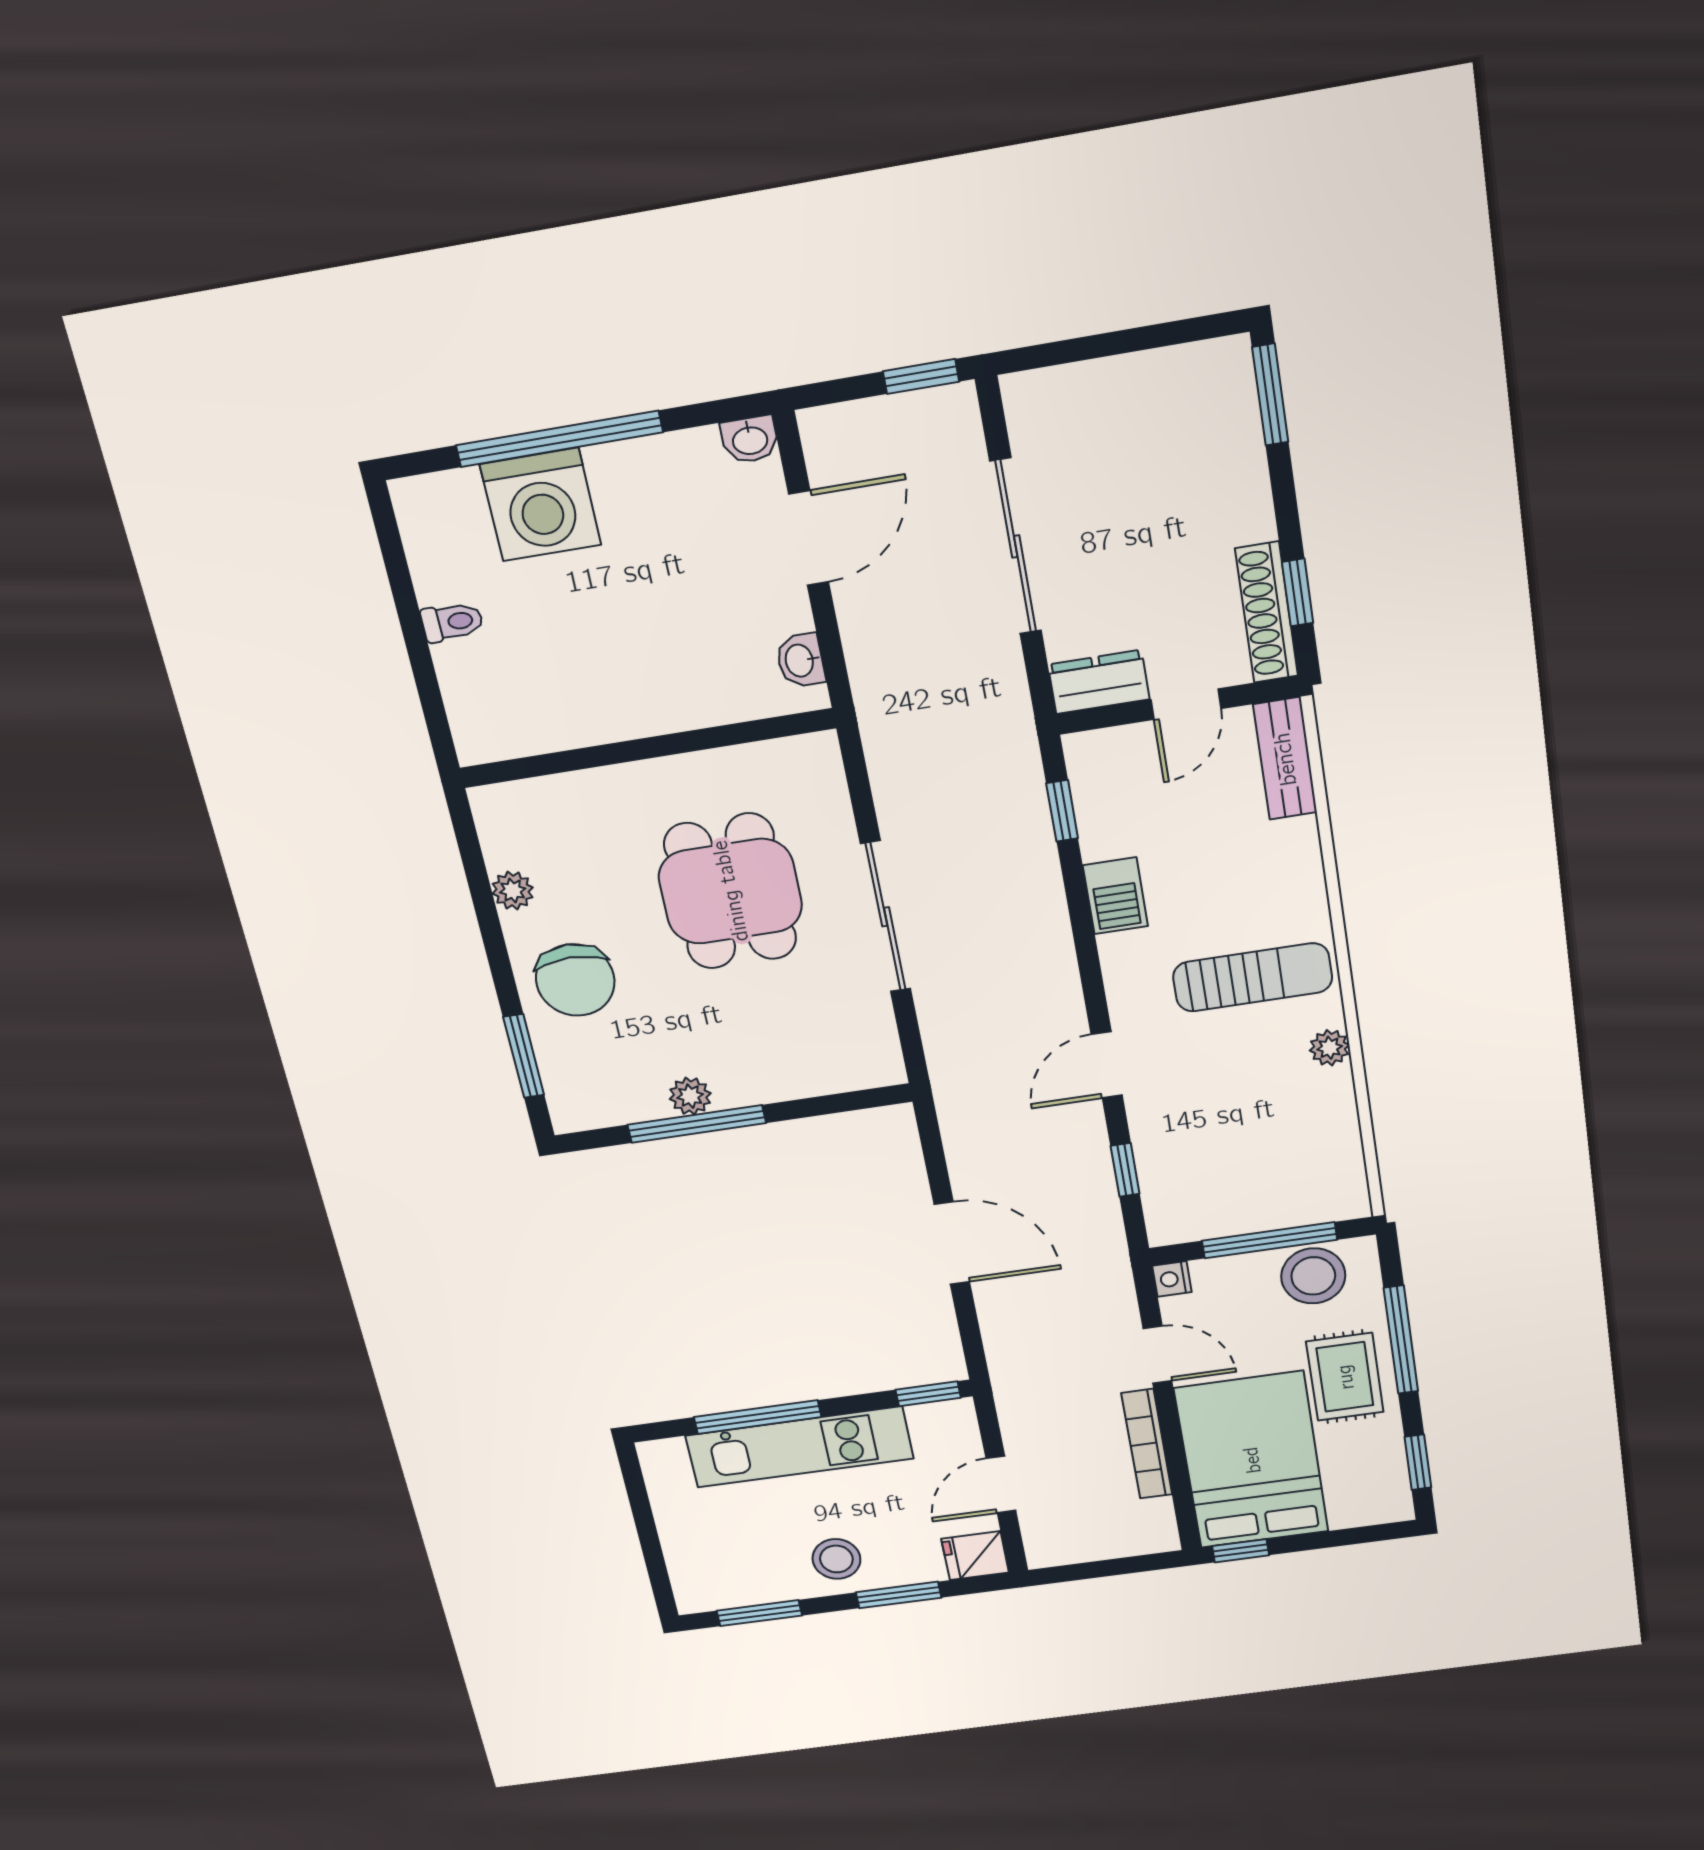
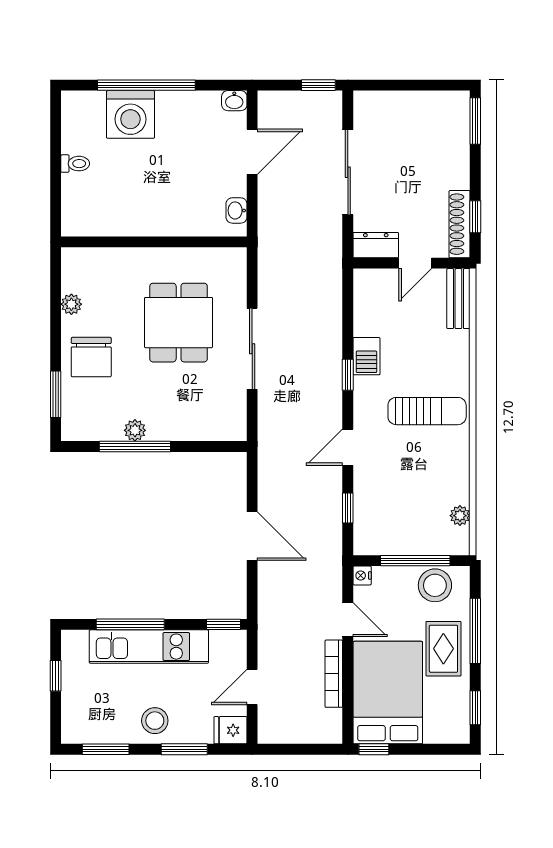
window: (1062, 811) -> (348, 375), moved
plant: (1330, 1048) -> (460, 516), moved
window: (643, 1515) -> (56, 676), added

